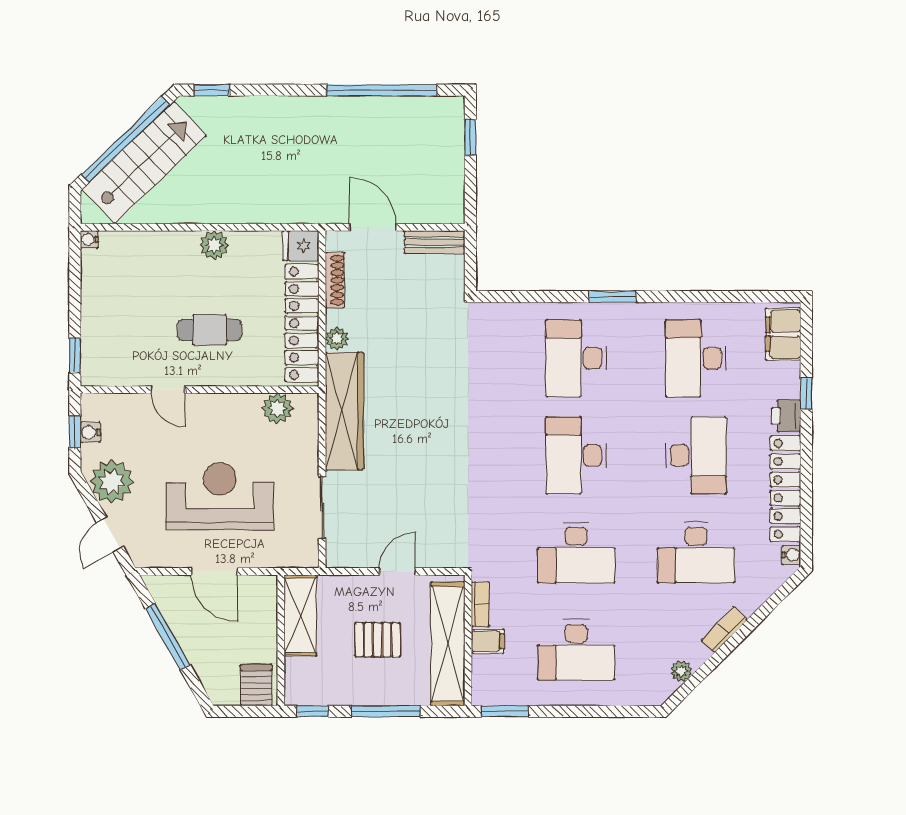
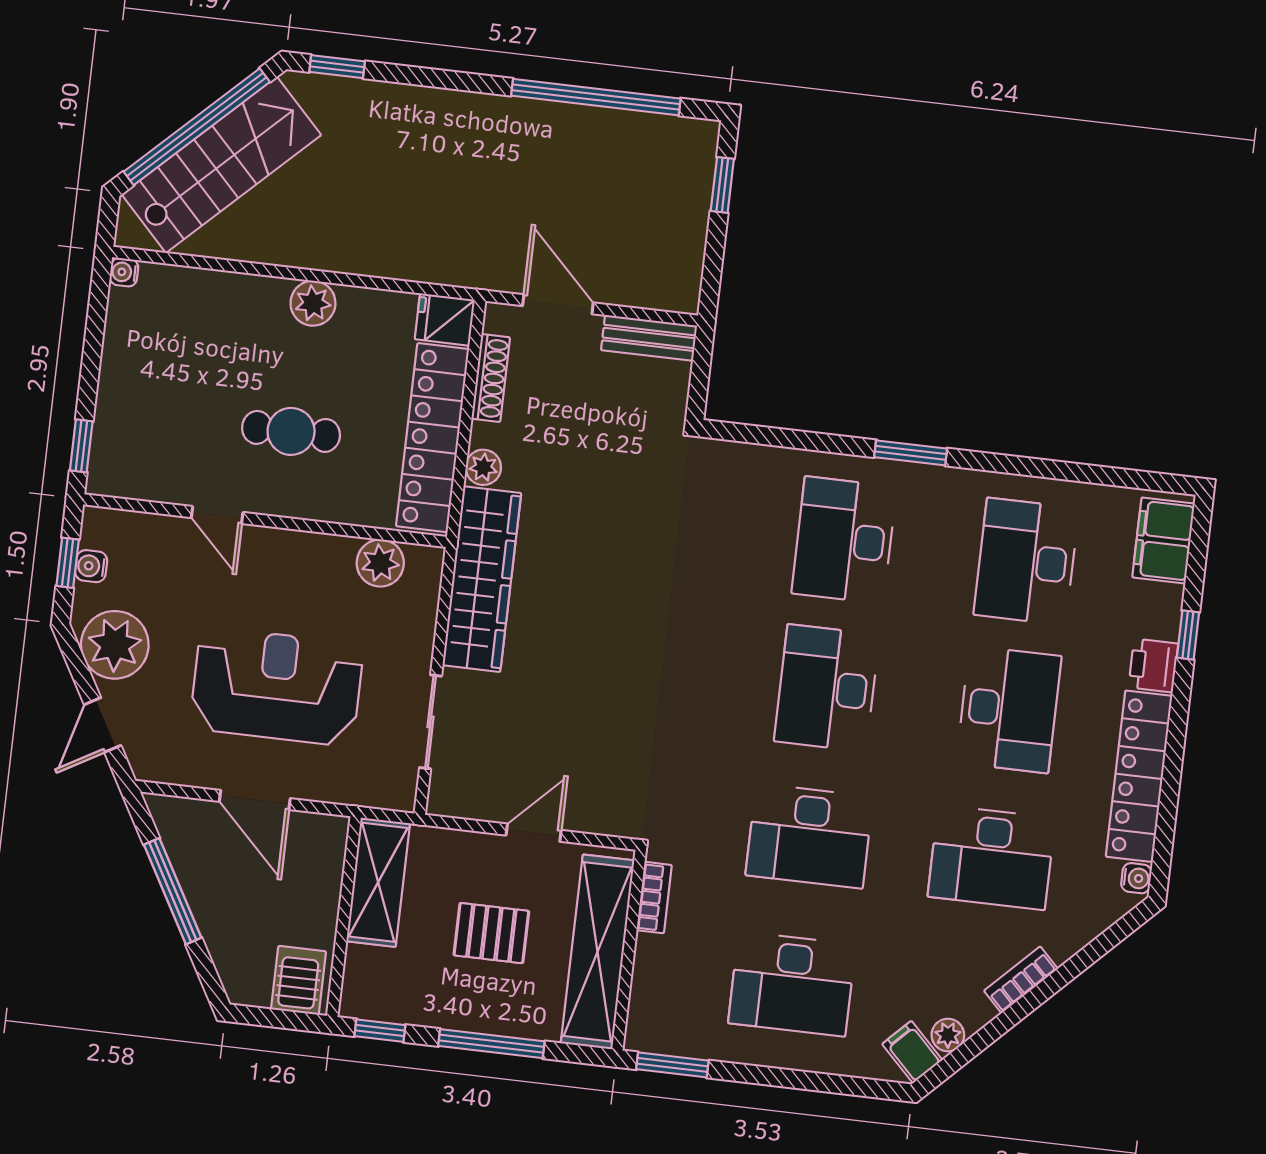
filing cabinet: (488, 641) -> (912, 1052), moved, turned -135

